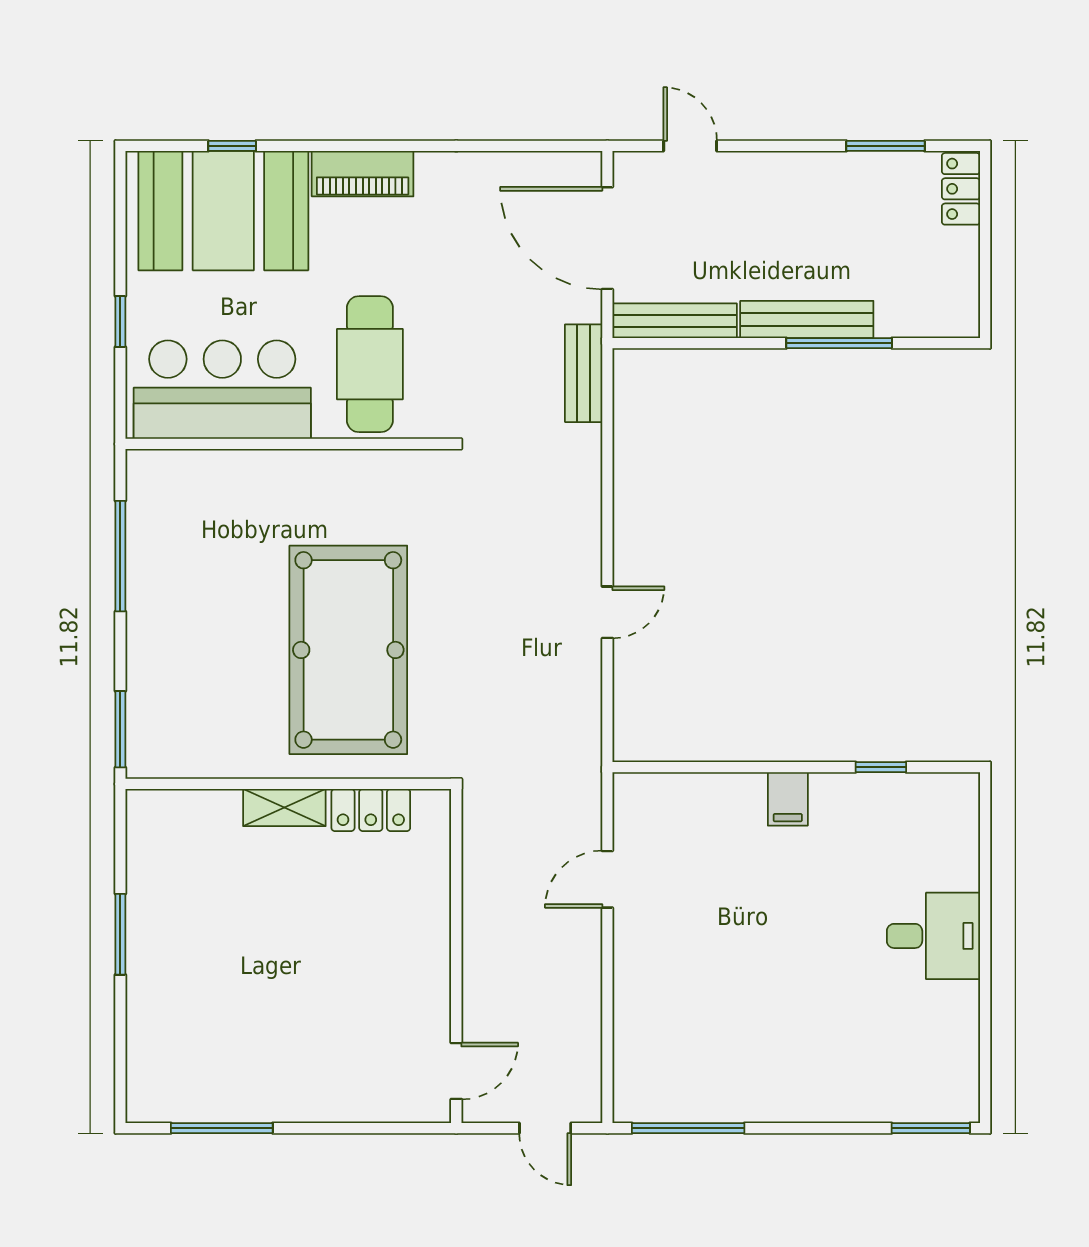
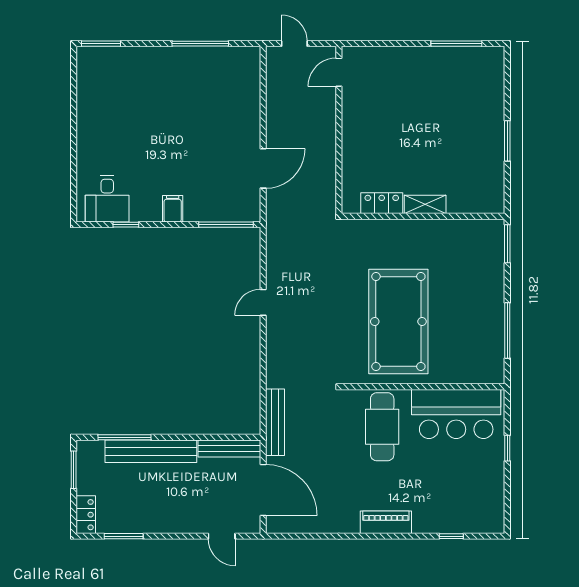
booth: (223, 211) -> (456, 504), removed
window: (985, 278) -> (74, 470), added
bench: (807, 319) -> (151, 451), width x1.37, depth x1.21
window: (839, 343) -> (124, 437), moved
bench: (584, 373) -> (275, 422), width x1.36
pool table: (348, 650) -> (398, 321), moved
window: (681, 767) -> (226, 225), added
door: (607, 879) -> (263, 168), width x1.38
desk: (933, 936) -> (107, 199), moved, turned -90
window: (688, 1128) -> (200, 44), moved

